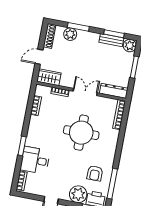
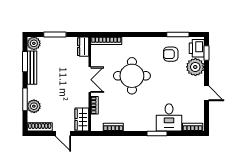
bench: (111, 40) -> (32, 68), width x1.36
dresser: (114, 91) -> (83, 47), width x0.70
double door: (85, 92) -> (90, 80), swing flipped
armchair: (95, 173) -> (171, 54), turned 180
window: (112, 184) -> (178, 34), width x0.69

